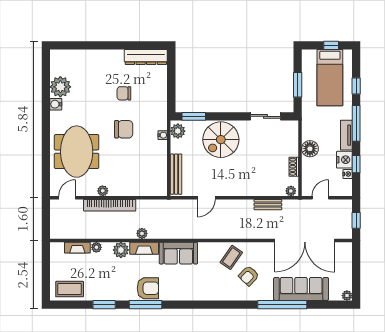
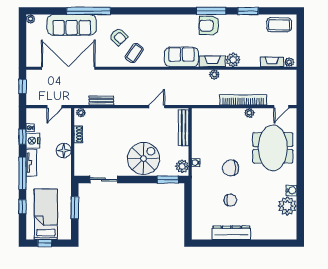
dresser: (146, 57) -> (231, 233), moved
plant: (96, 247) -> (289, 62), moved
armchair: (249, 276) -> (119, 37), turned 92

